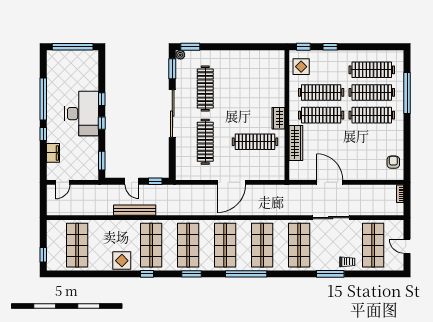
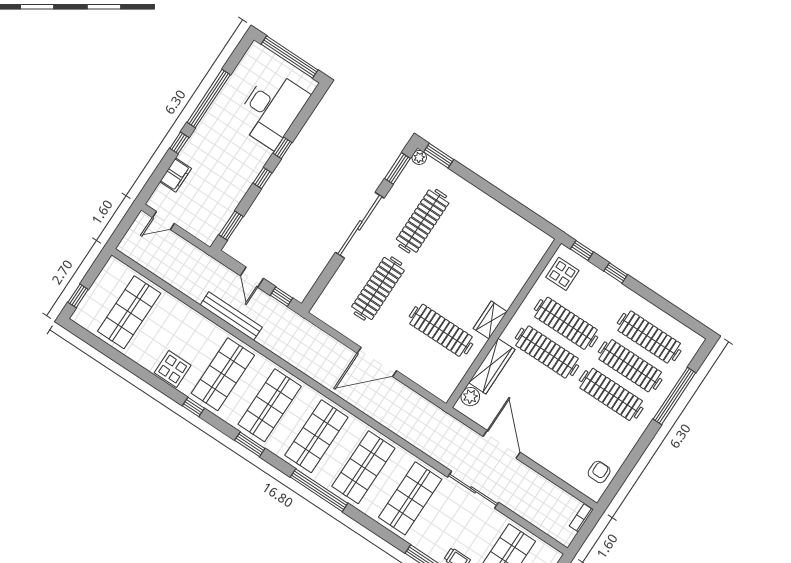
desk: (82, 114) -> (272, 109), moved
plant: (295, 168) -> (470, 397), added

